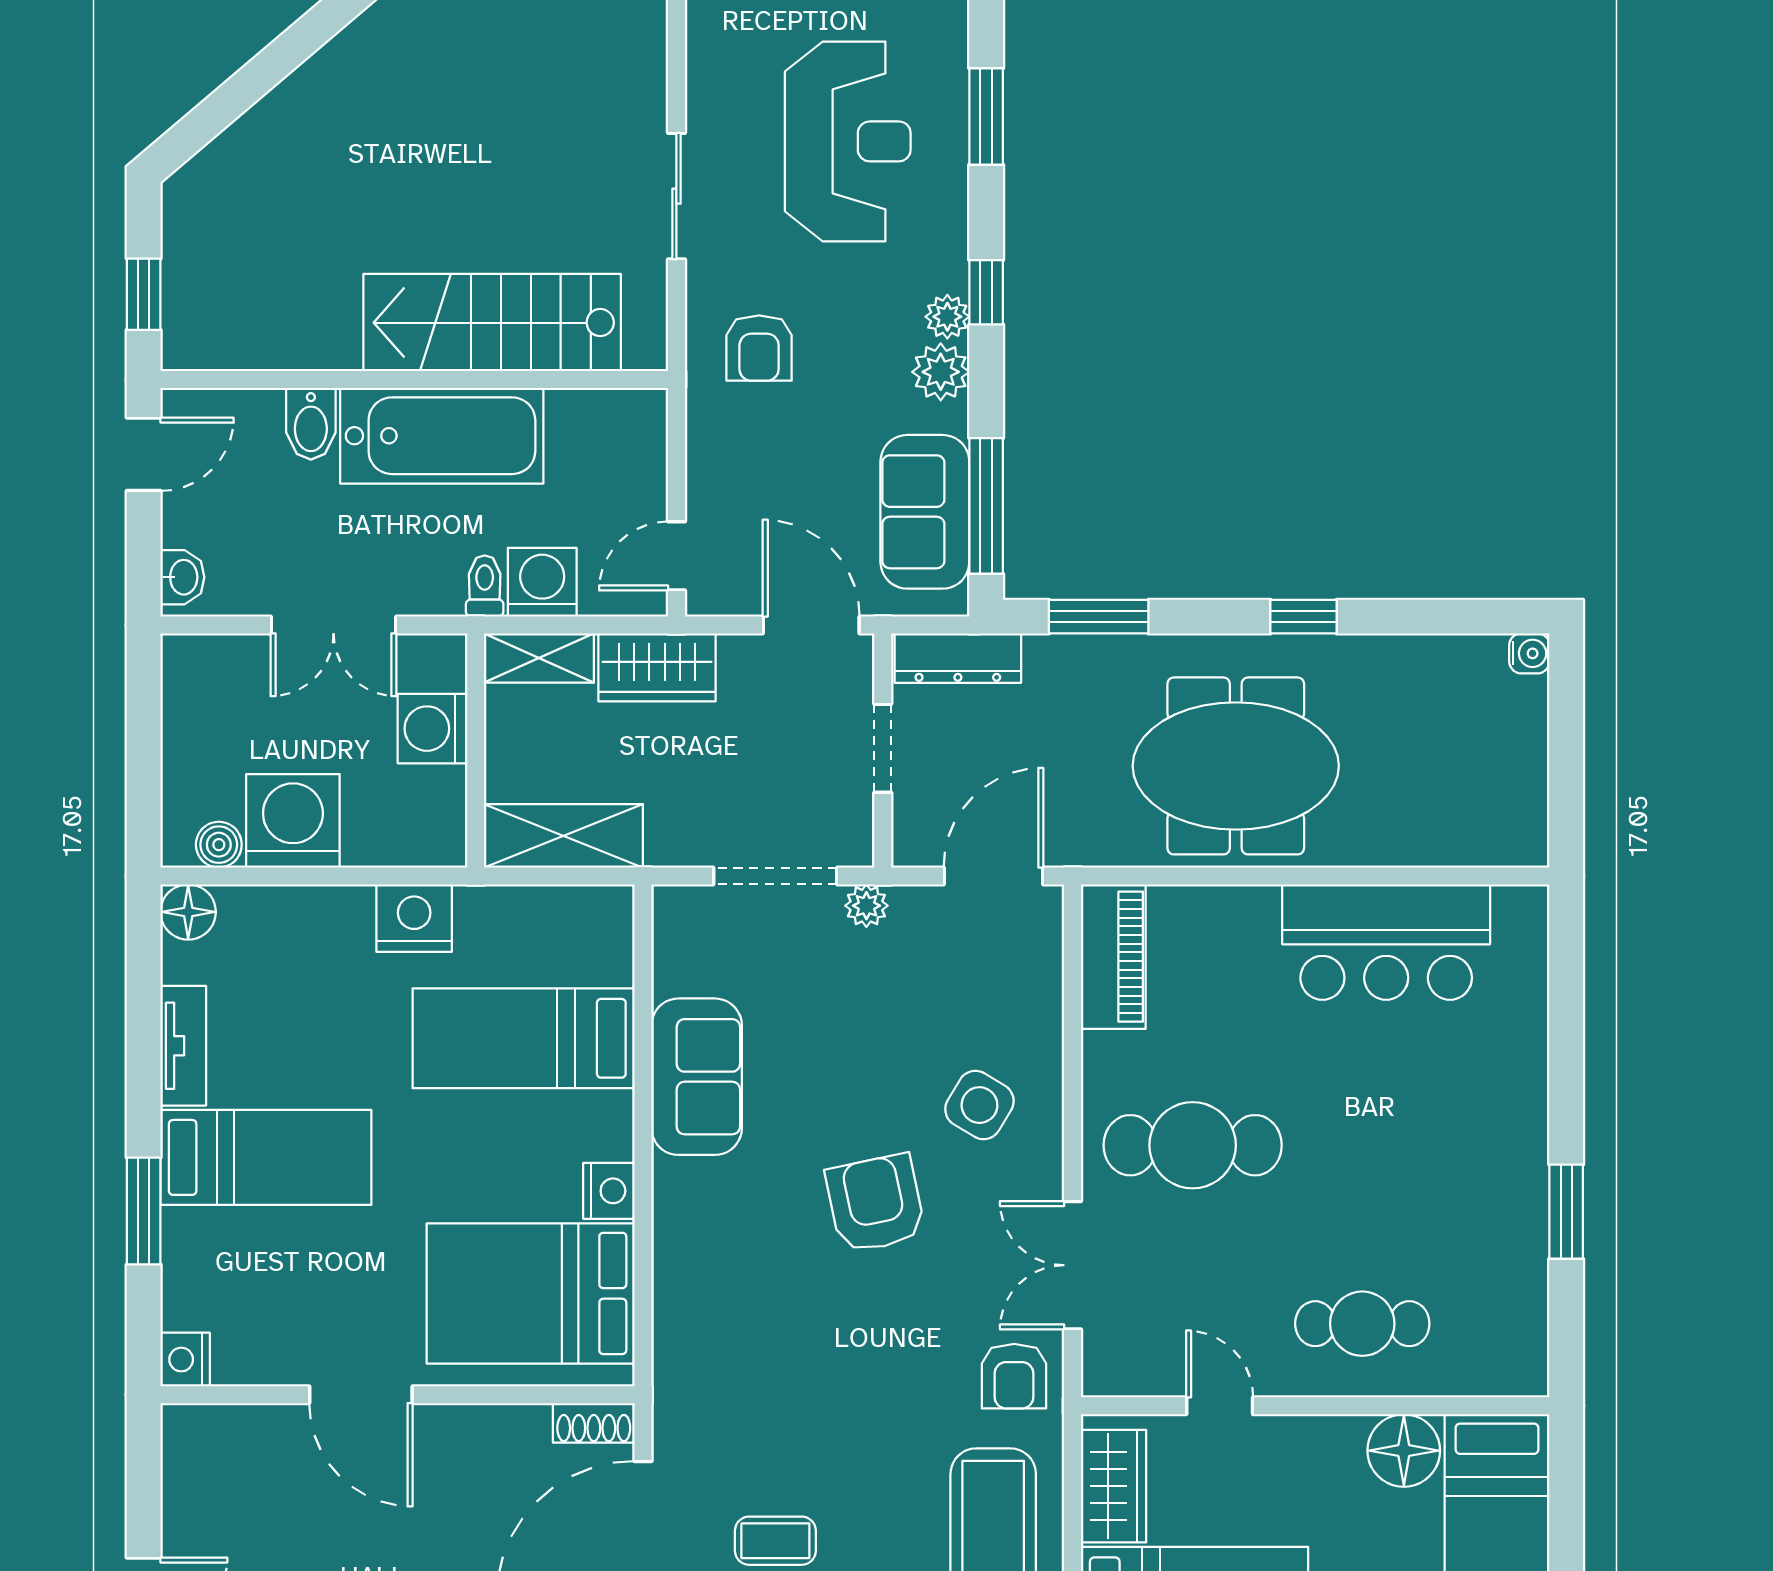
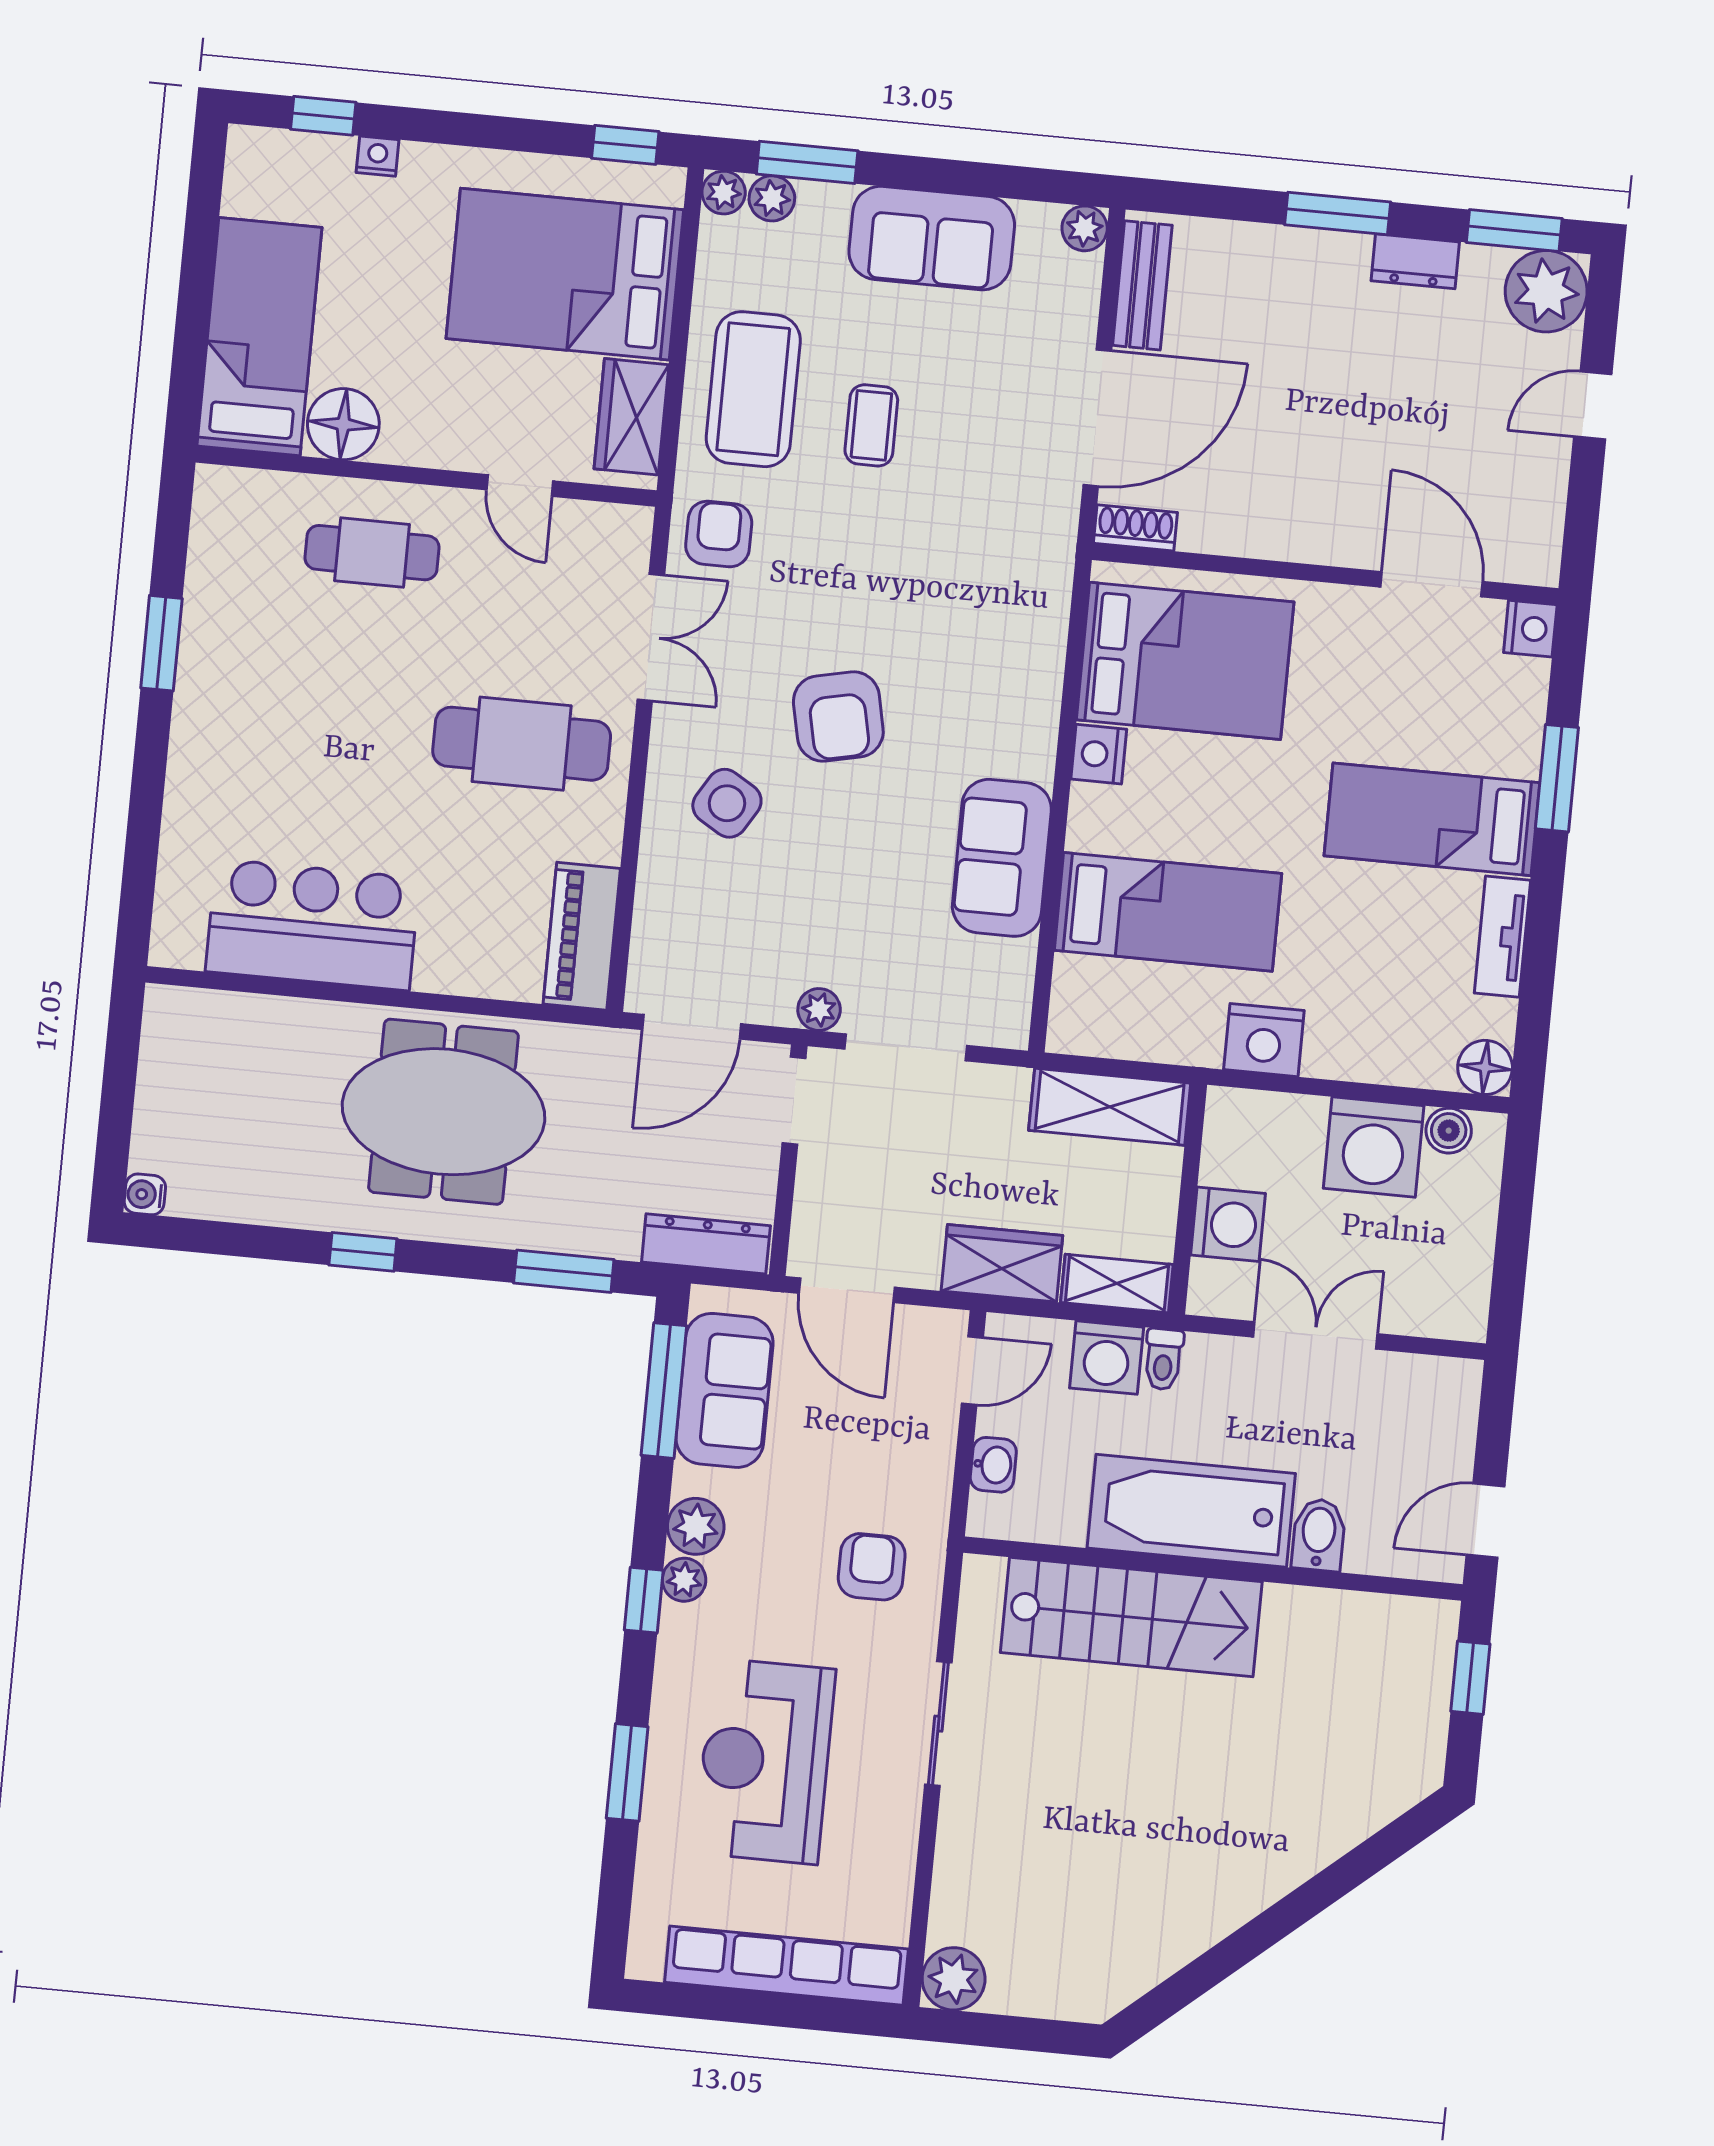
washbasin: (182, 577) -> (993, 1465), moved, turned 180
doorway: (883, 748) -> (794, 1101), moved
door: (361, 1395) -> (1432, 584), moved
coffee table: (775, 1541) -> (871, 425), moved, turned 90

